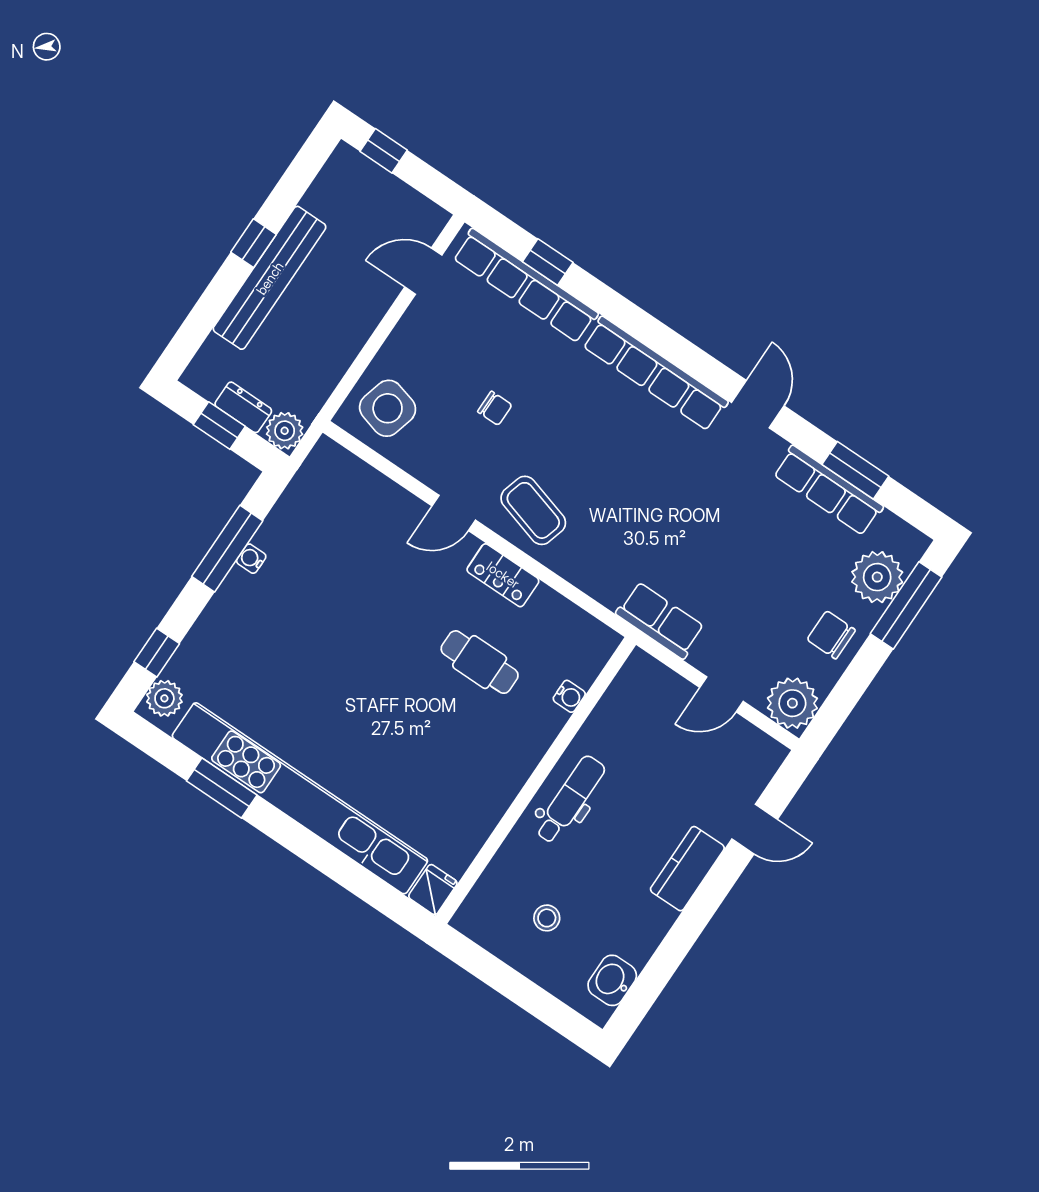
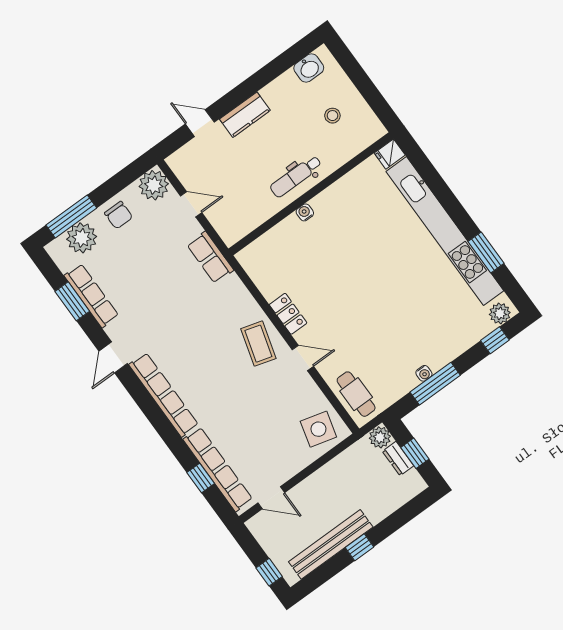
bench: (270, 278) -> (331, 544), moved
chair: (495, 408) -> (259, 408), removed
cafe table: (480, 662) -> (356, 394), moved
water cooler: (569, 696) -> (305, 212), moved

